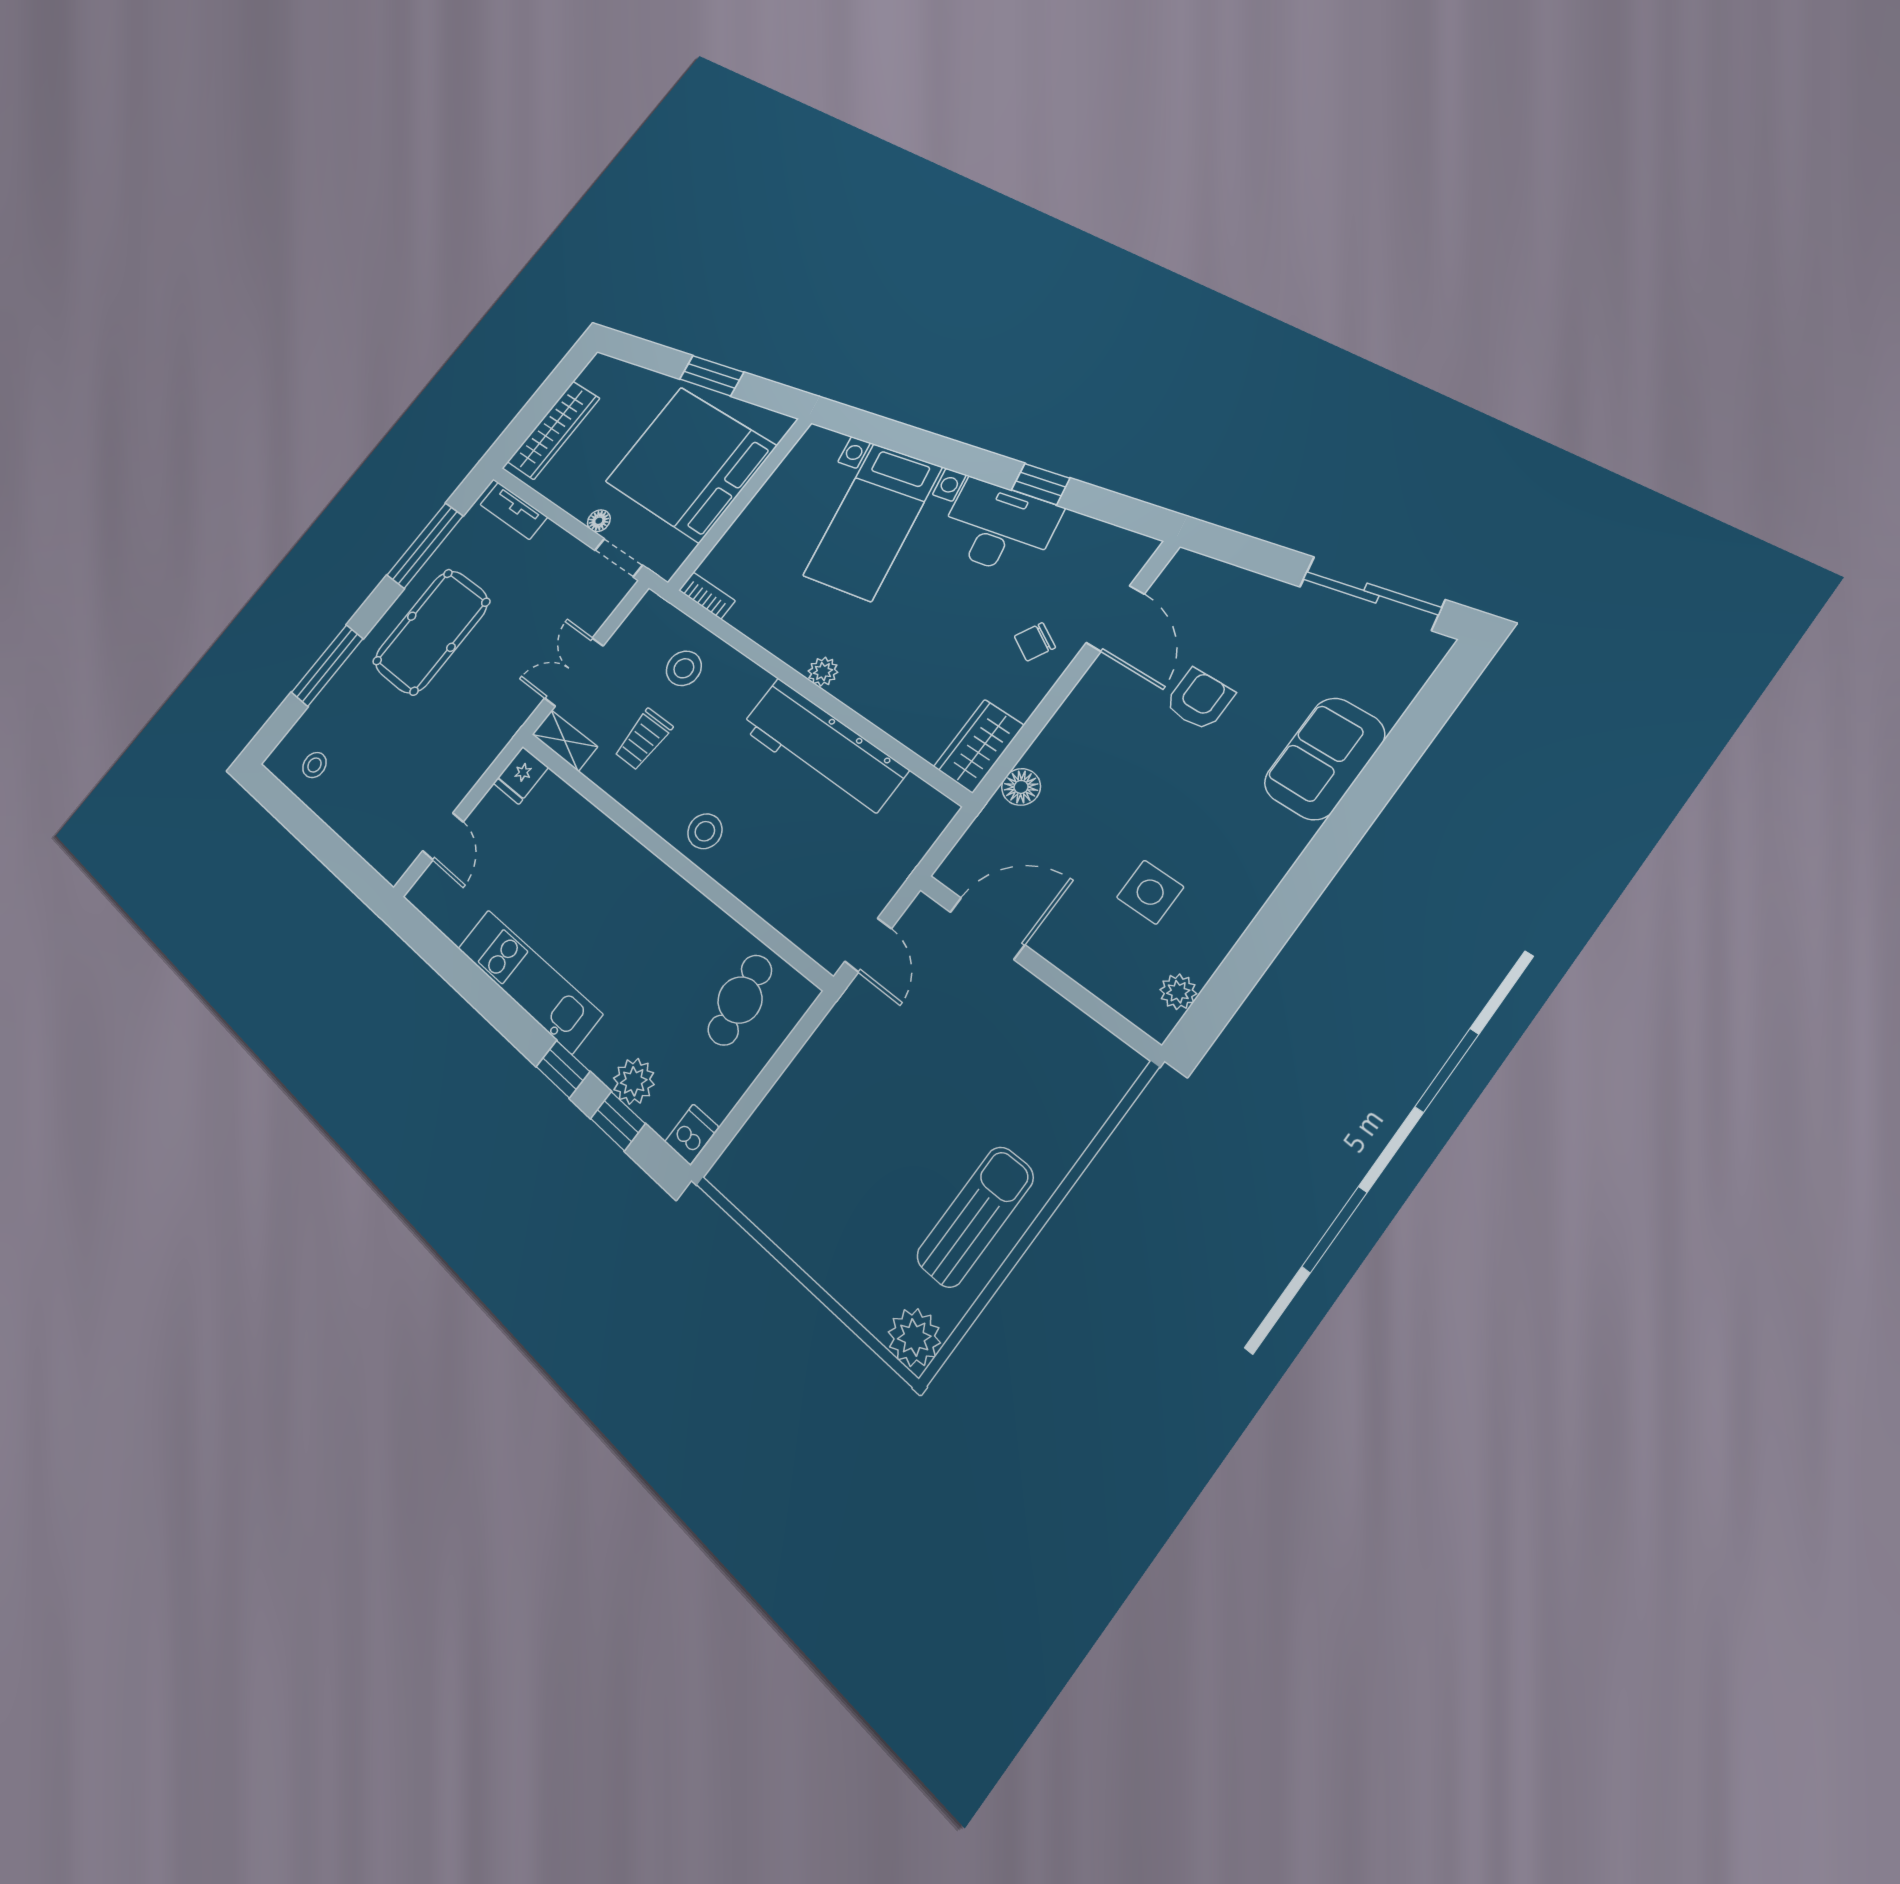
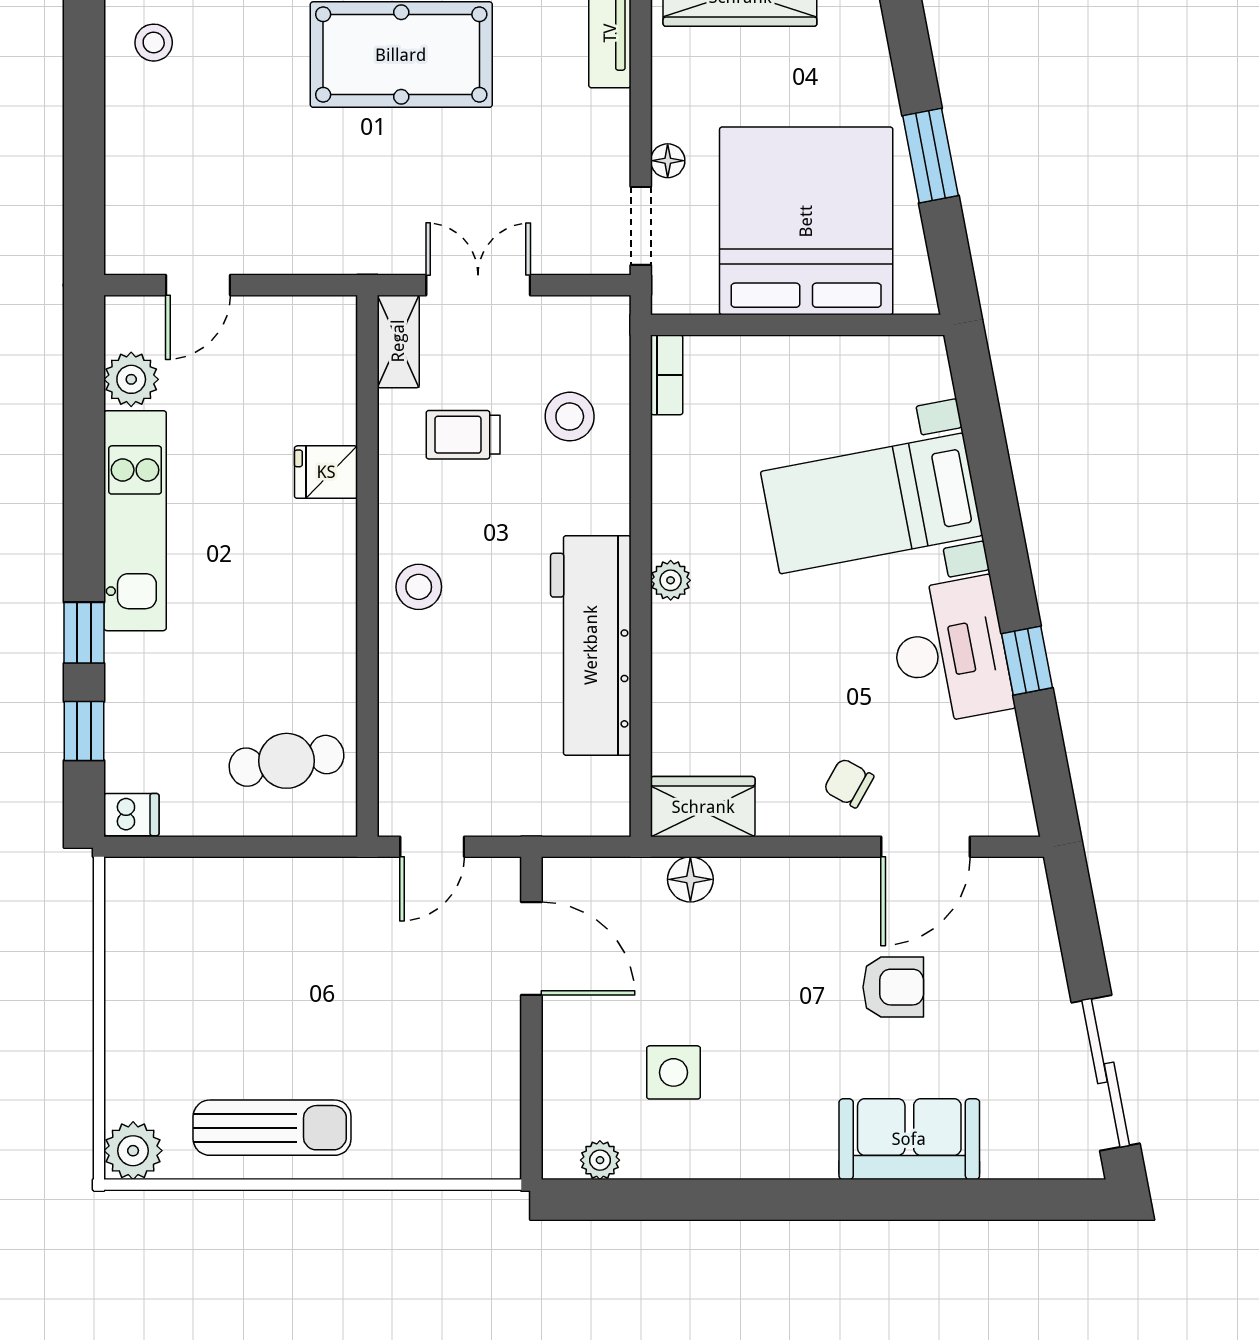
fridge: (521, 775) -> (326, 472), moved
plant: (634, 1081) -> (131, 379), moved

